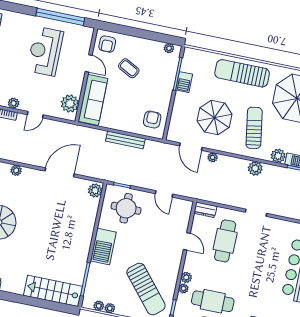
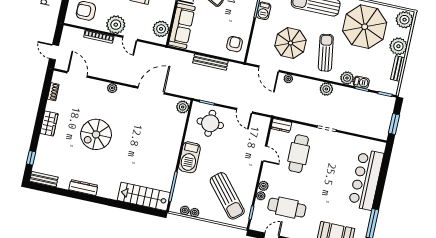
plant: (14, 103) -> (116, 25), width x1.88, depth x1.88
door: (35, 115) -> (130, 38), hinge flipped

